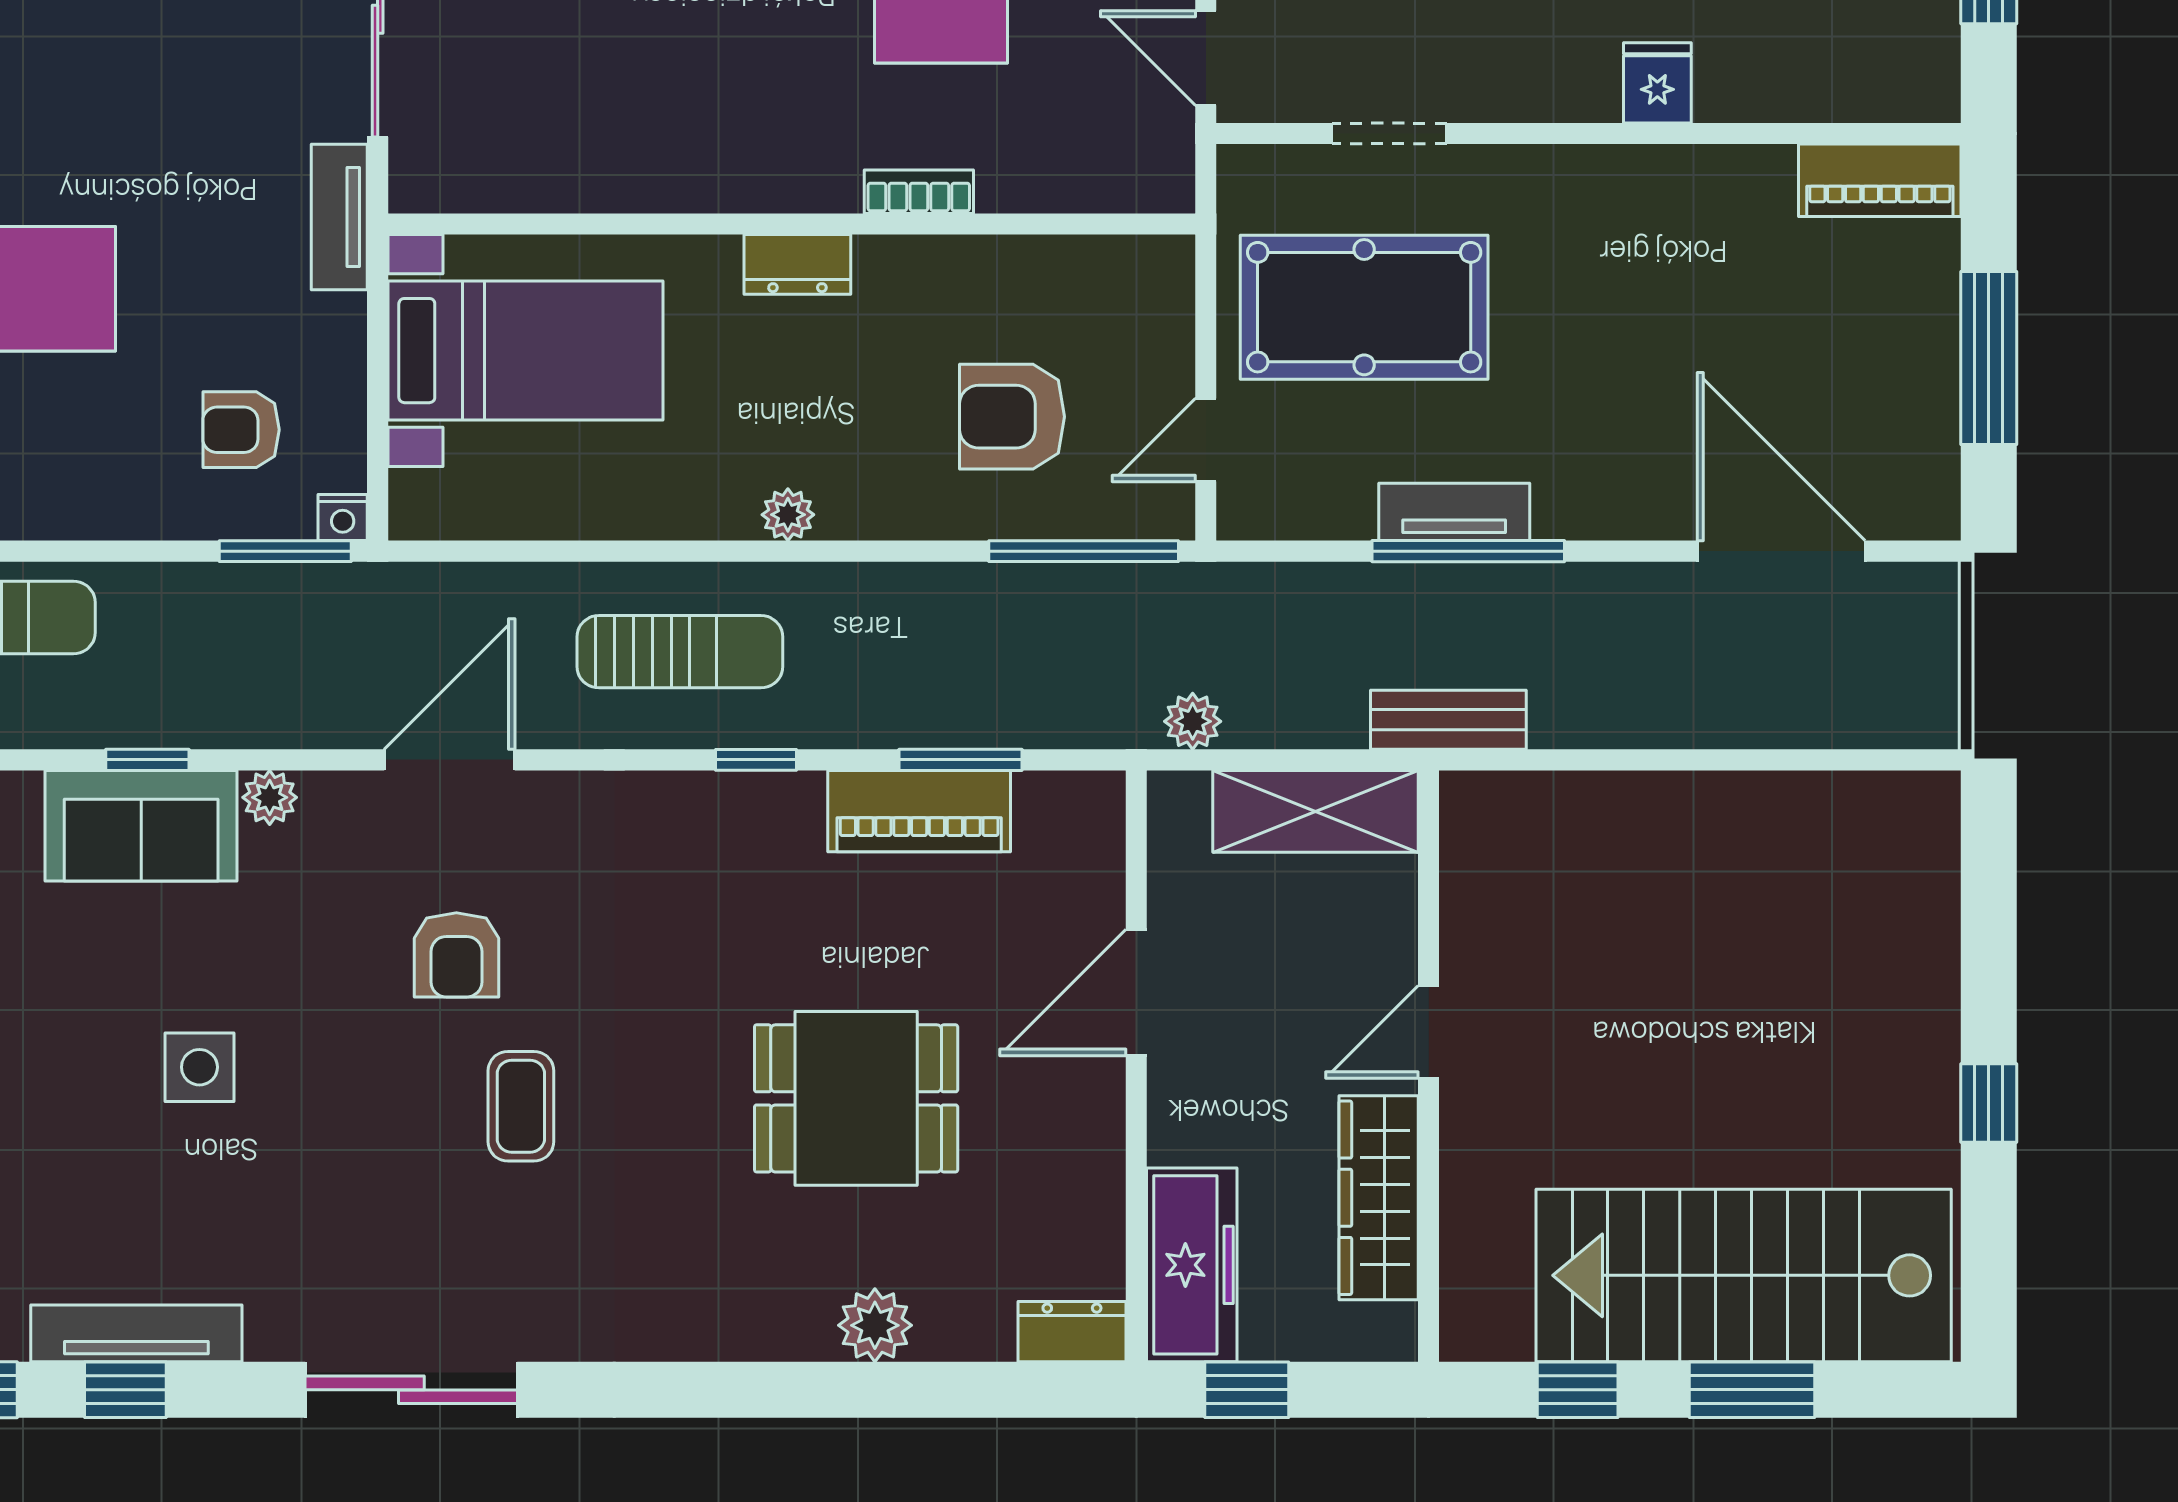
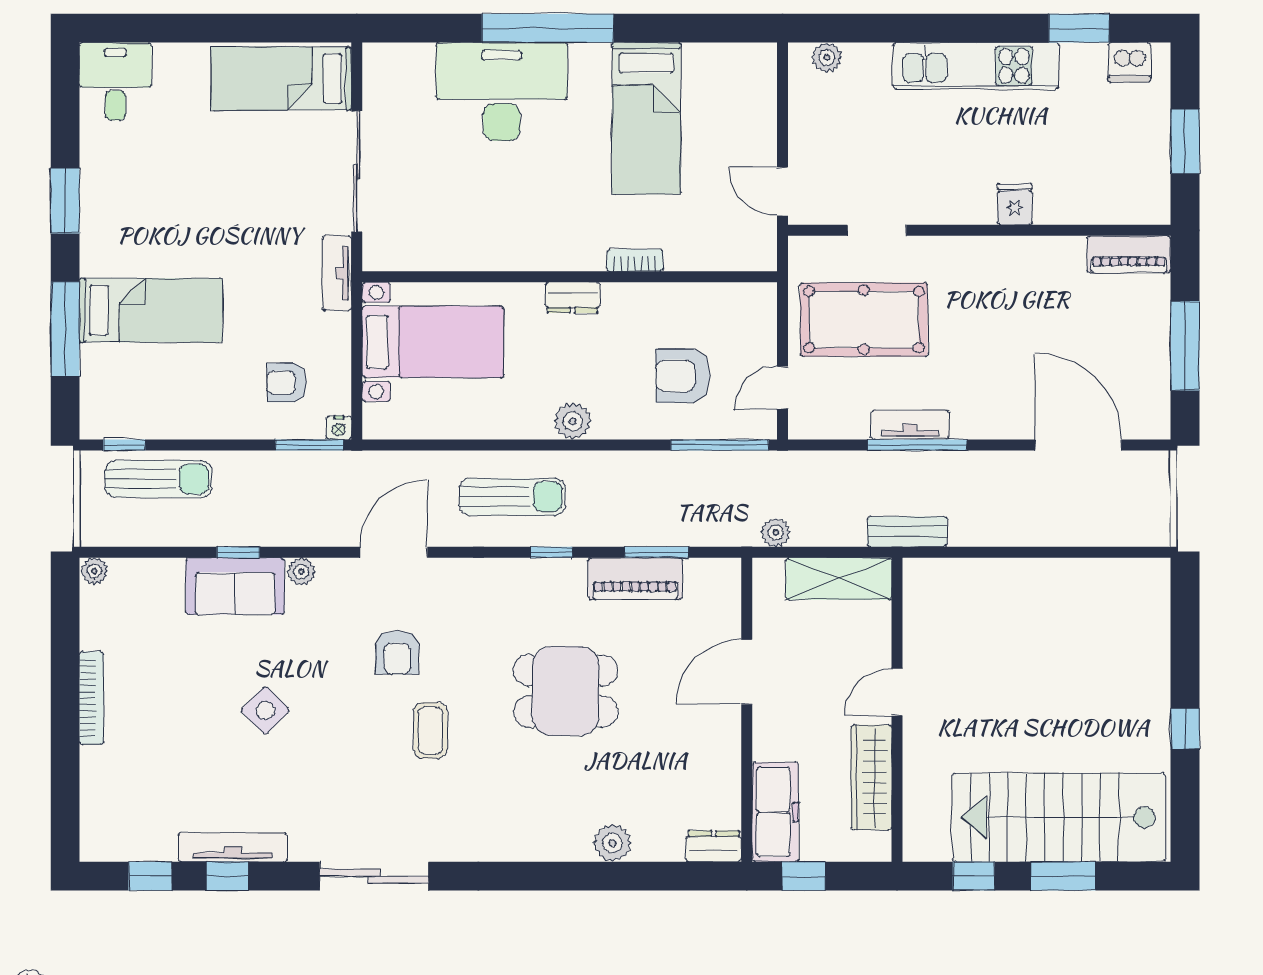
plant: (788, 515) -> (573, 421), width x1.38, depth x1.38
side table: (199, 1067) -> (265, 710), turned 45
dining table: (856, 1098) -> (566, 691), moved

